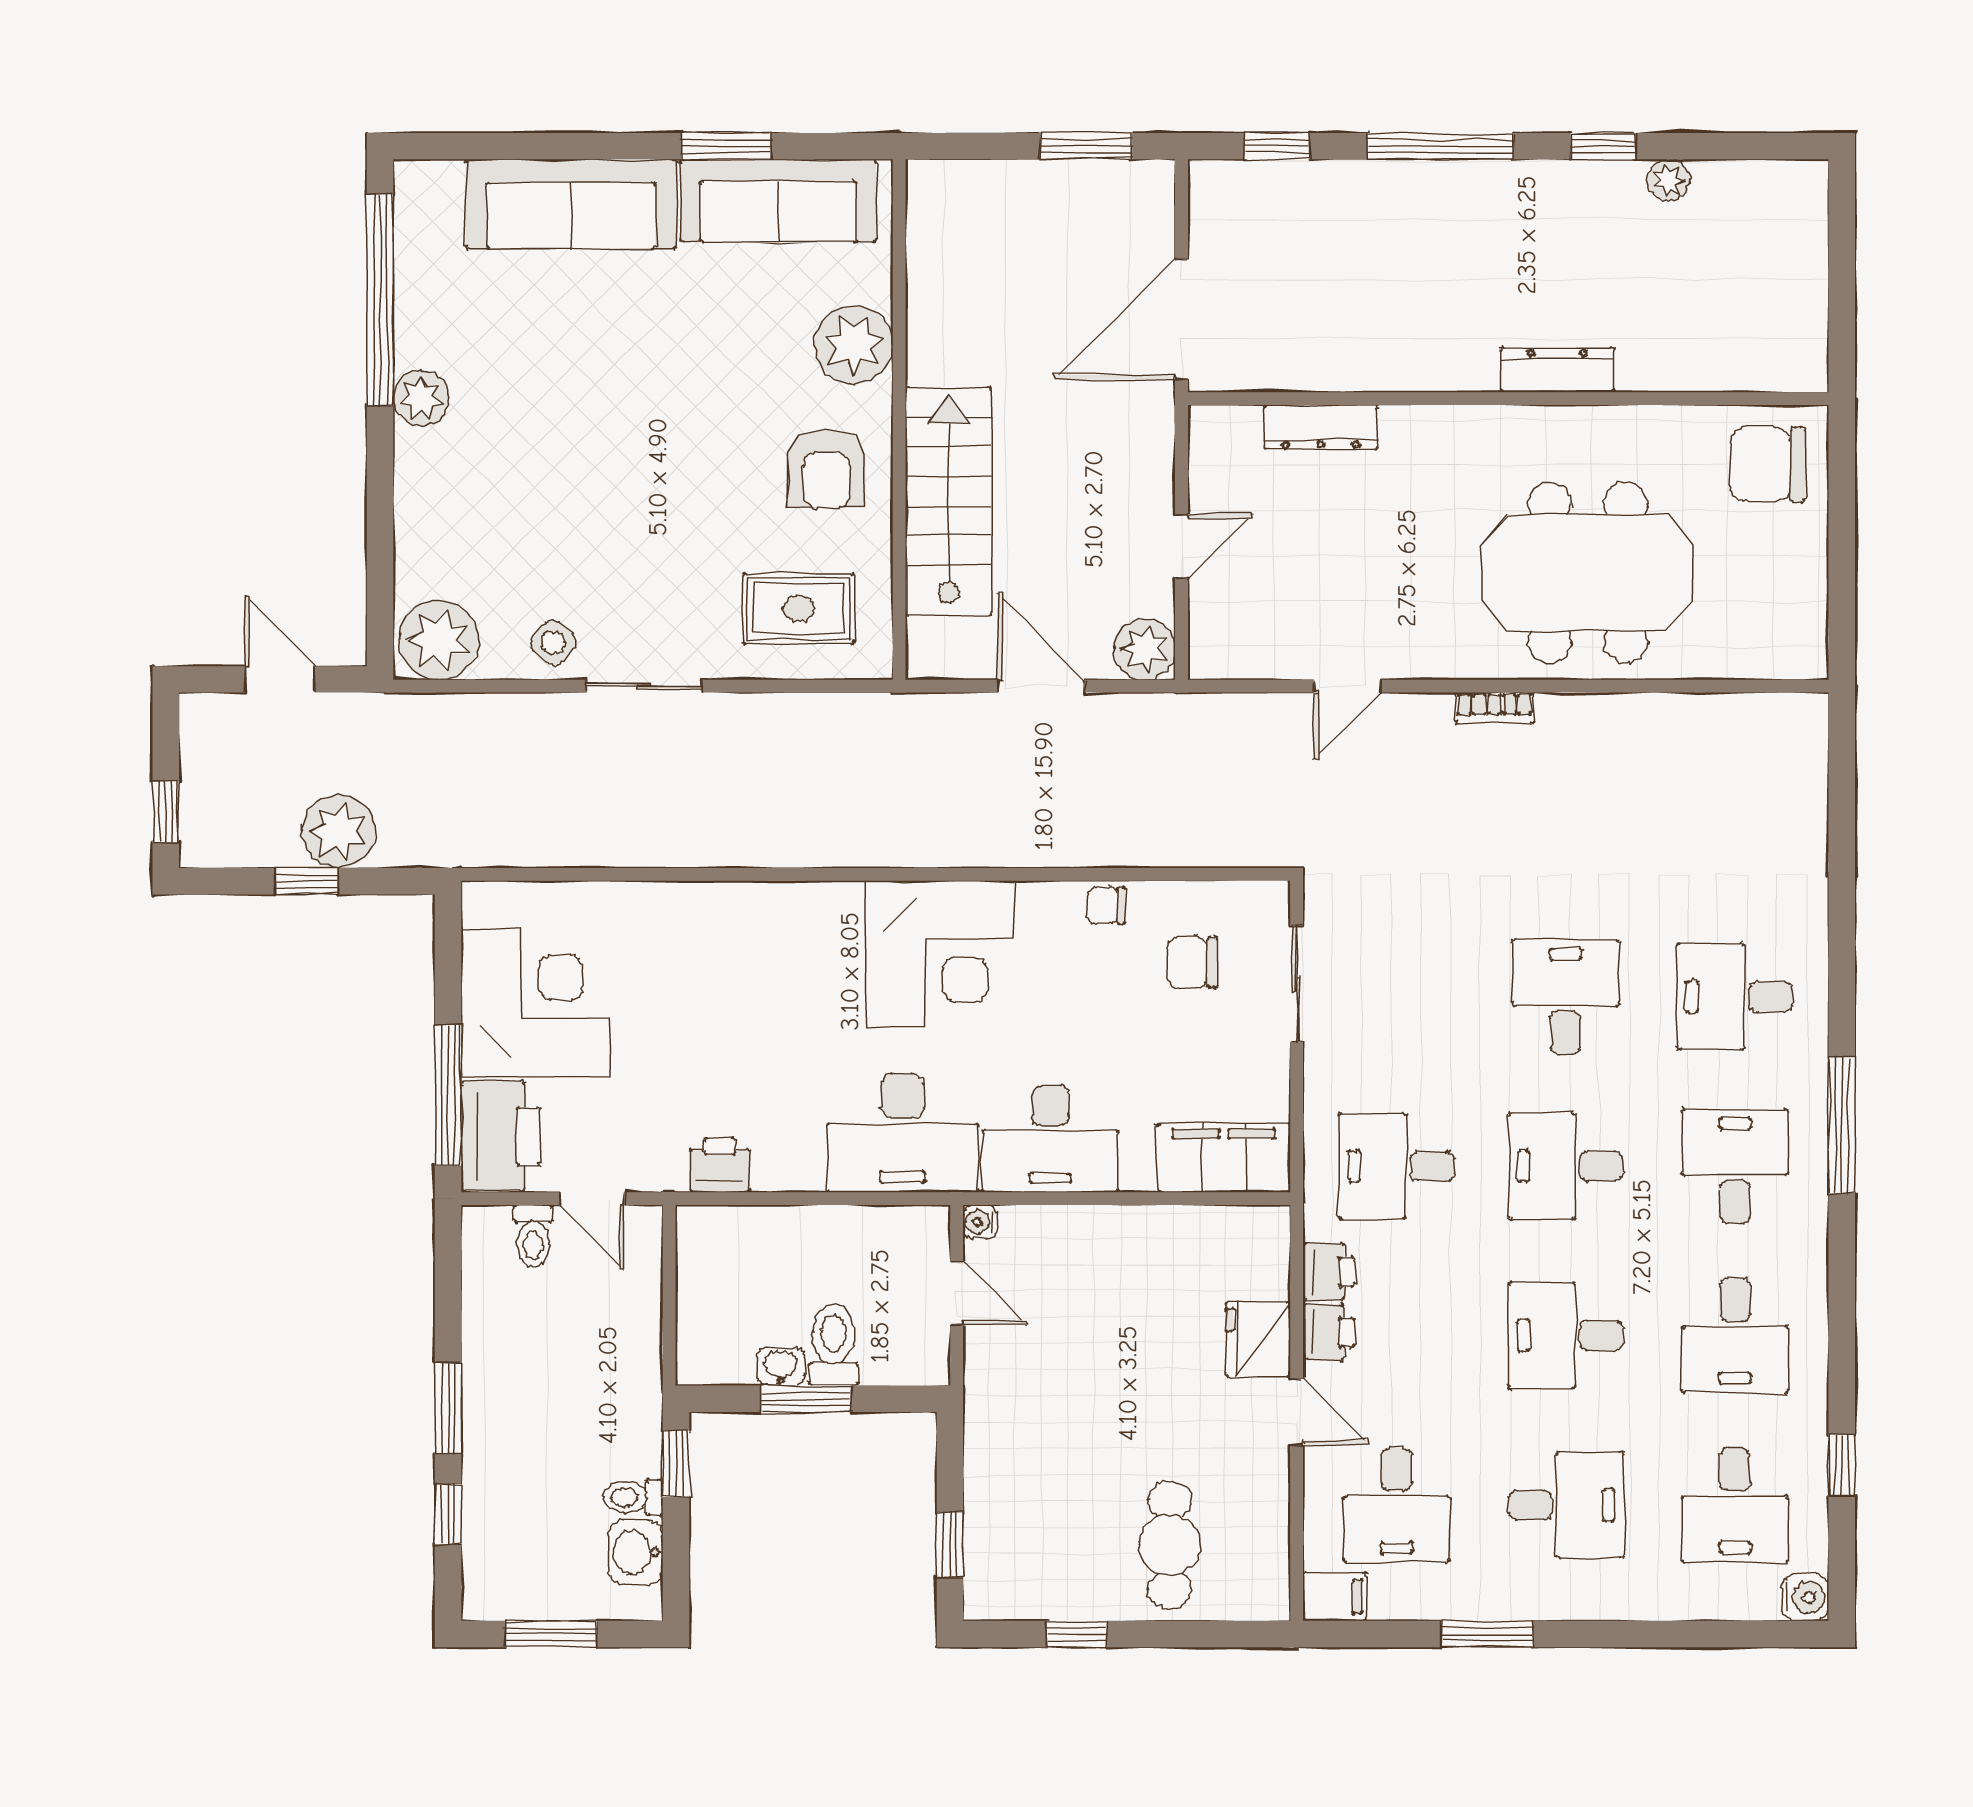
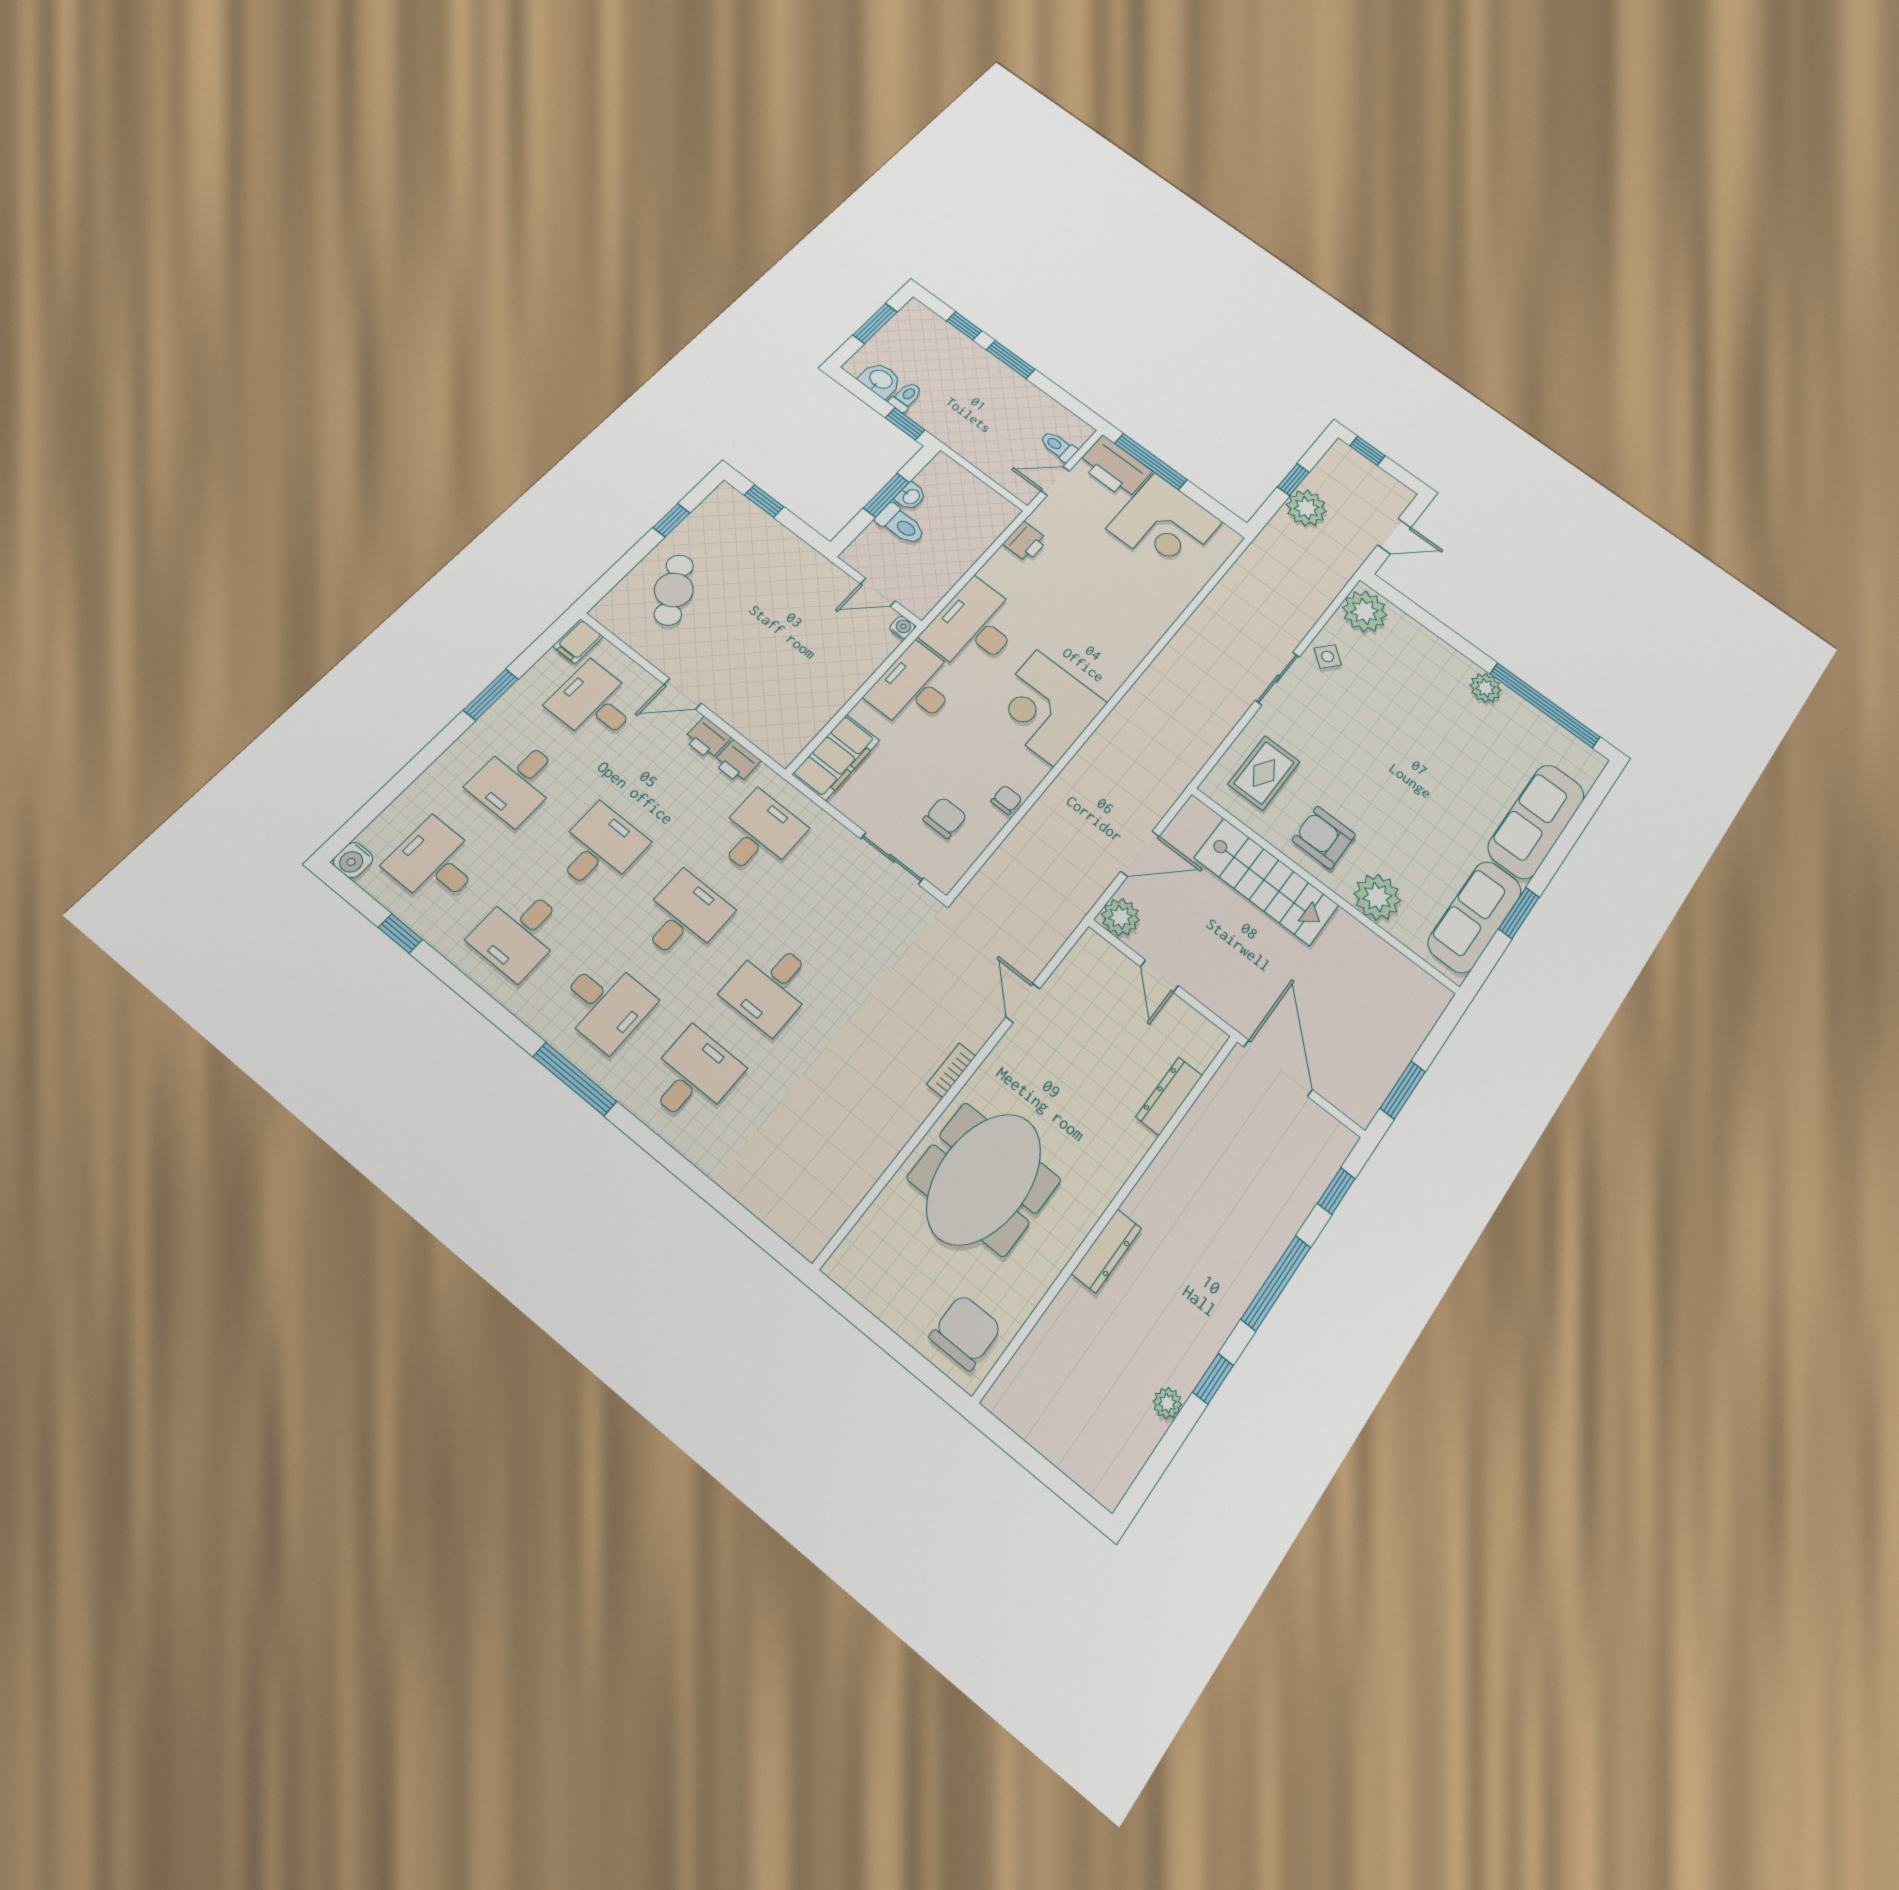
desk: (1566, 997) -> (771, 987), turned 90
desk: (1735, 1336) -> (519, 933), turned -90
fridge: (1258, 1339) -> (734, 704), removed
cafe table: (1170, 1545) -> (674, 590), turned 60

